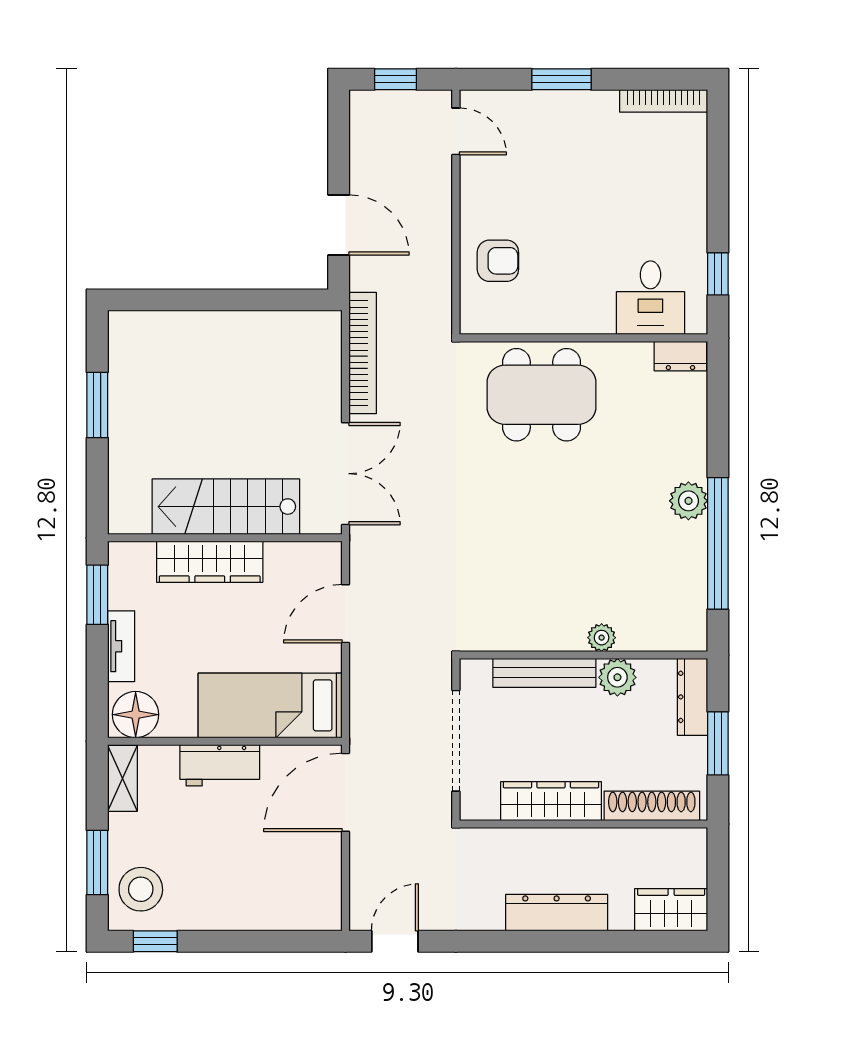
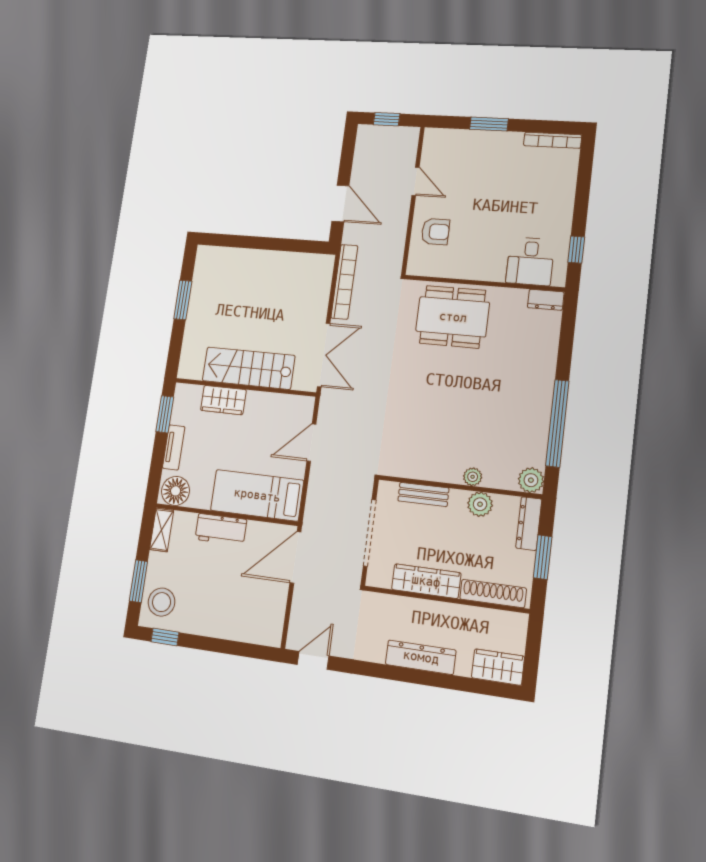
door: (456, 131) -> (415, 181), moved
plant: (688, 501) -> (531, 480), moved
wardrobe: (210, 562) -> (223, 400), width x0.67
bench: (544, 673) -> (423, 494), width x0.73

